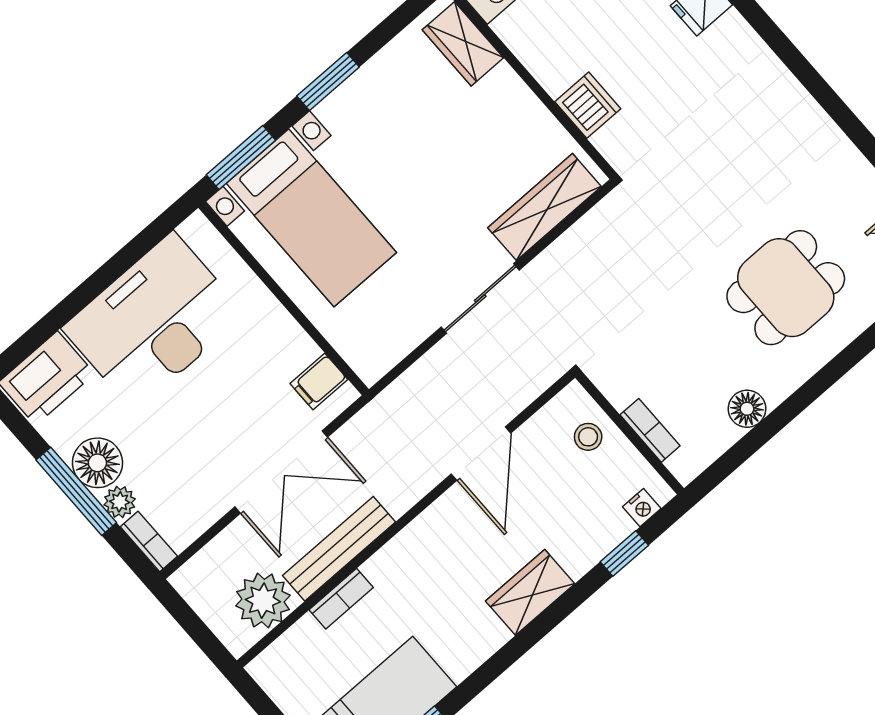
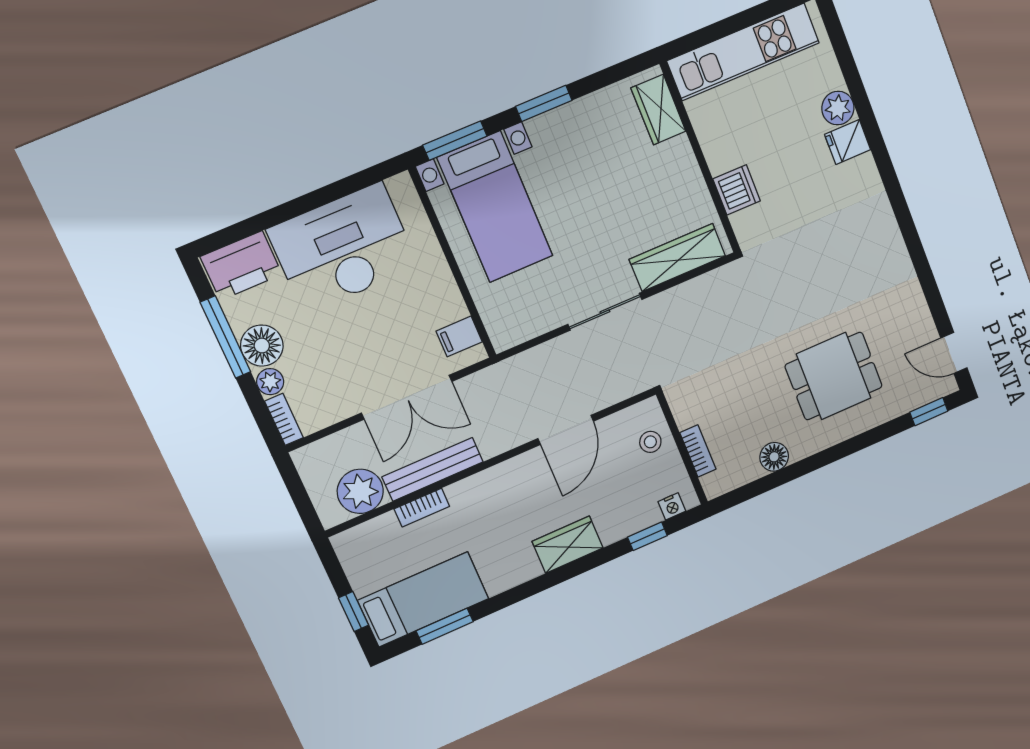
window: (76, 491) -> (225, 337), moved

